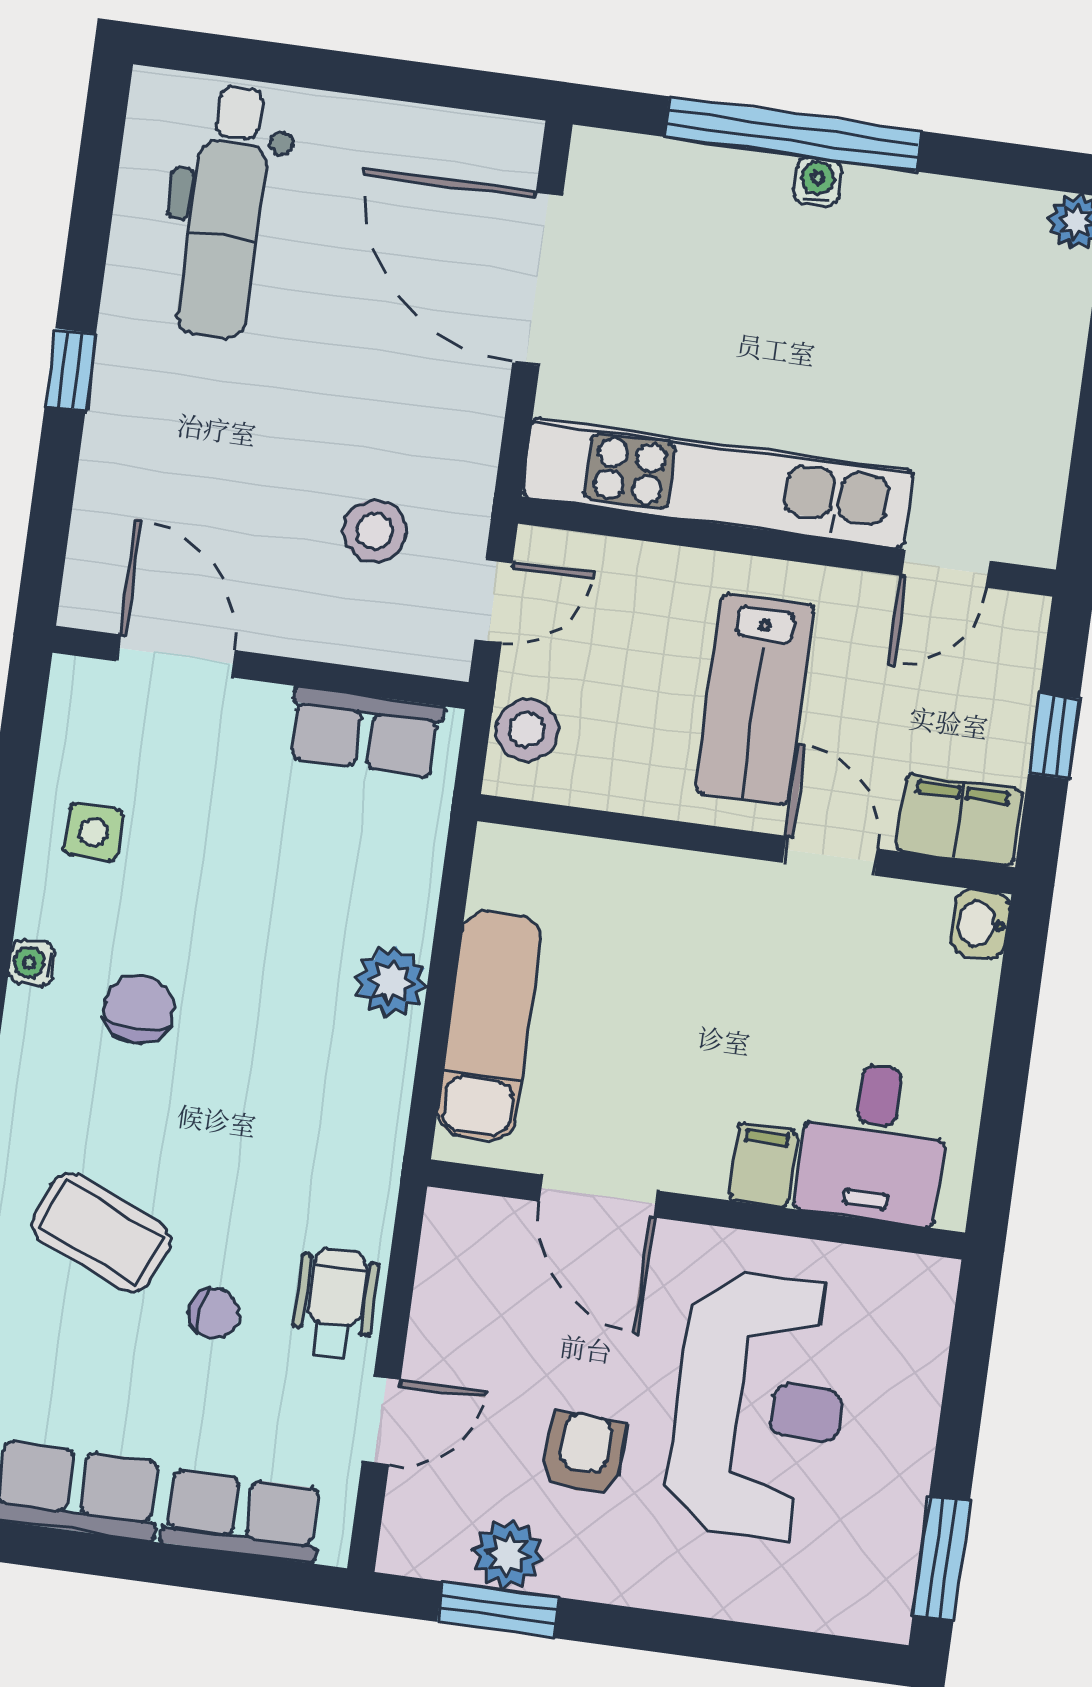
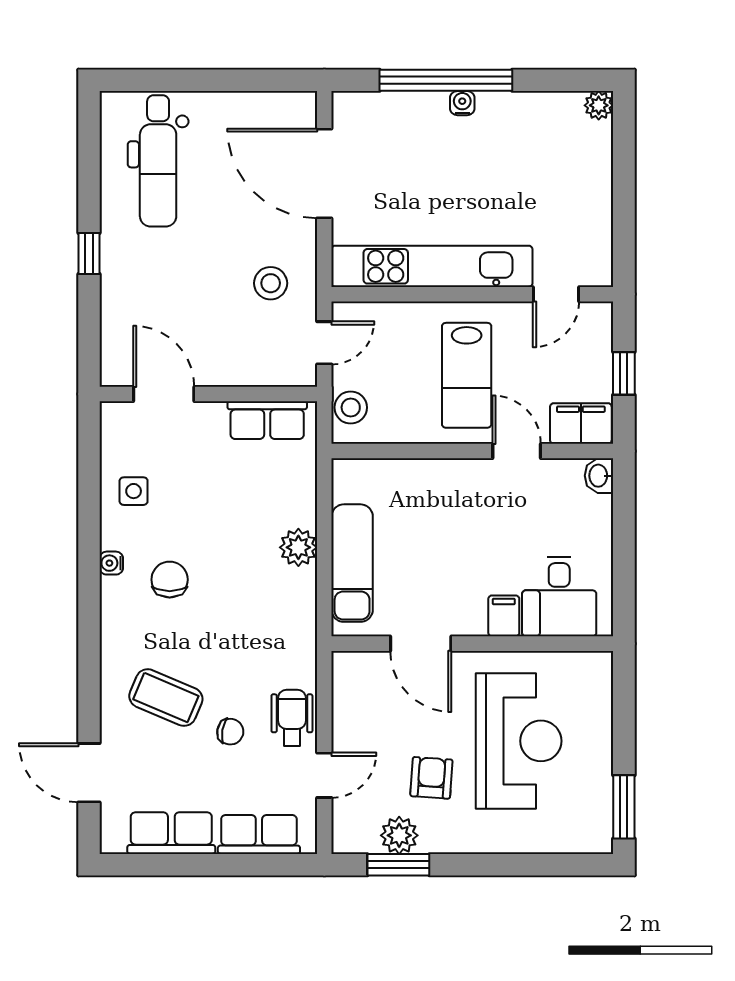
stool: (375, 531) -> (271, 283), moved

